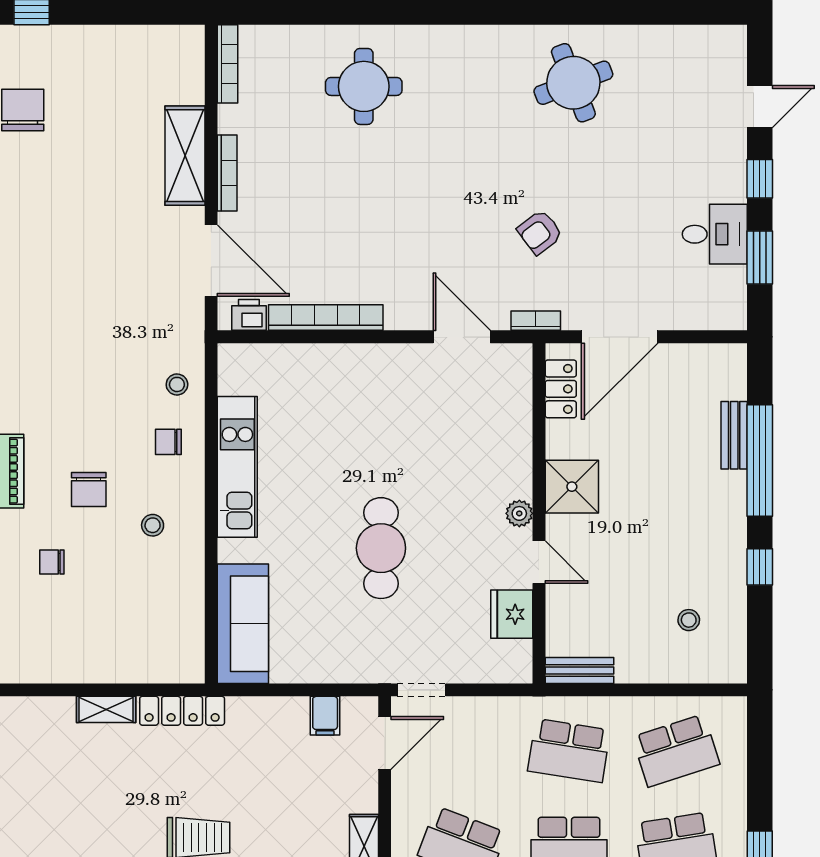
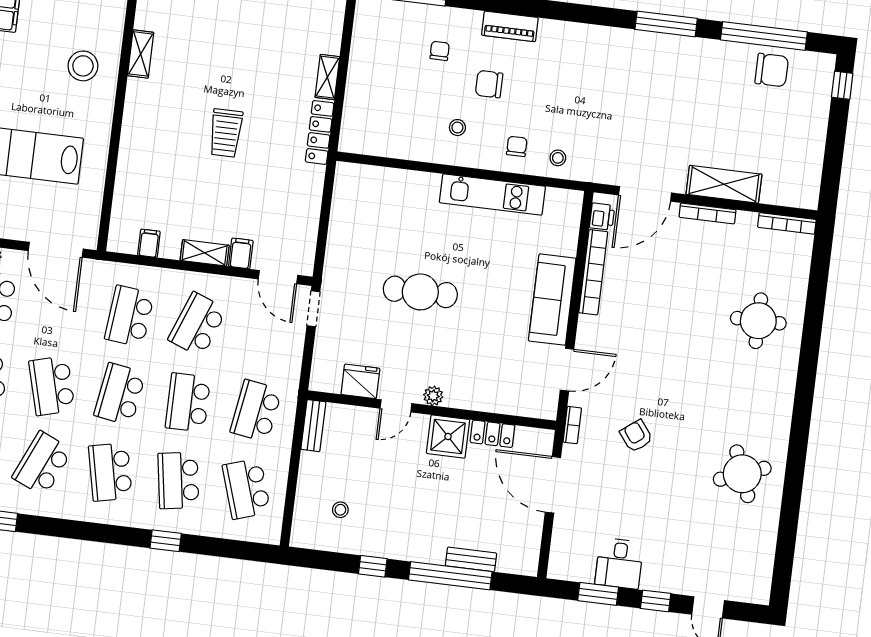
locker: (561, 389) -> (492, 434), moved
sofa: (243, 624) -> (552, 300), moved, turned 90
filing cabinet: (325, 716) -> (241, 253), moved, turned 90

